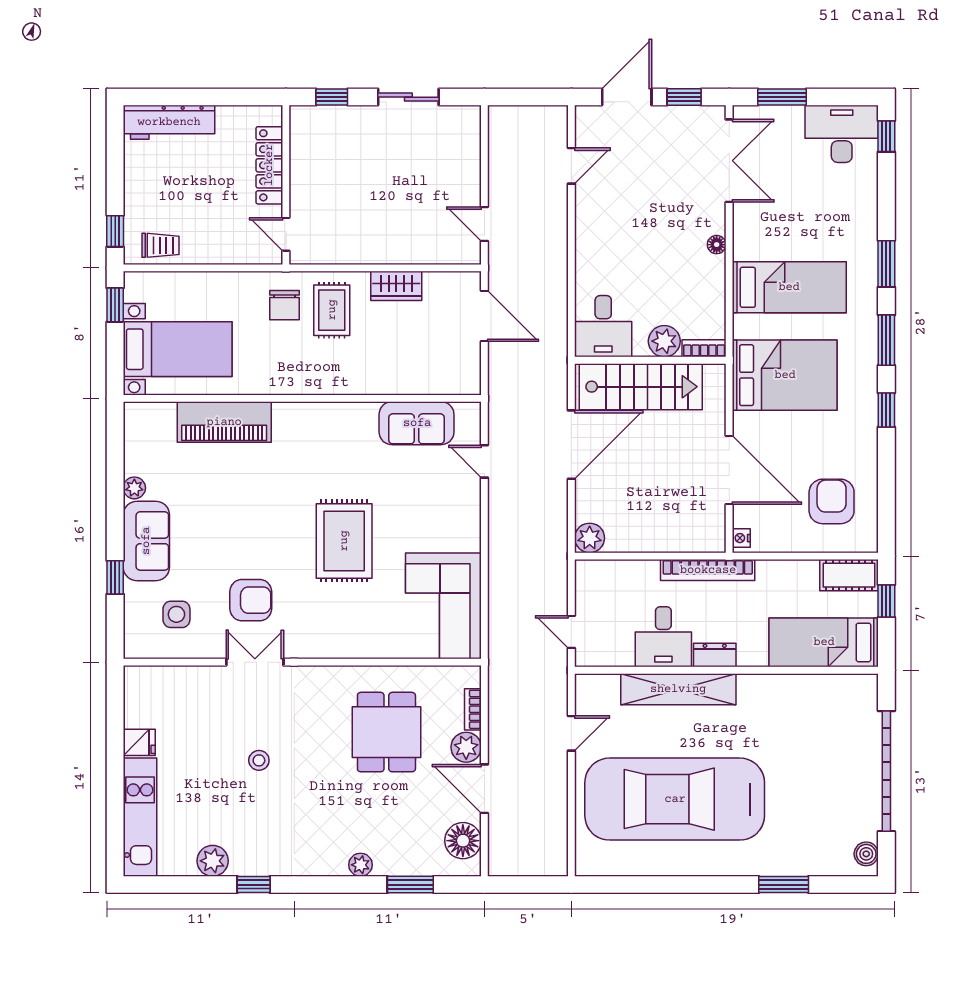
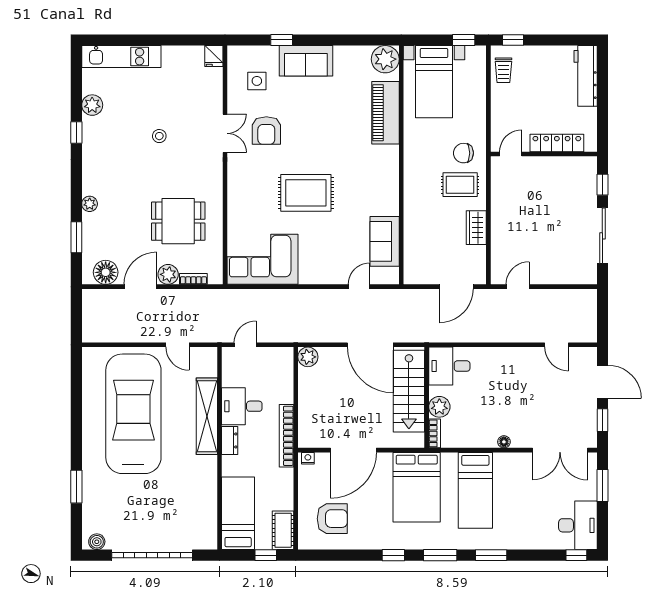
sliding door: (408, 97) -> (602, 236), width x1.37
plant: (134, 488) -> (385, 59), moved, width x1.87, depth x1.87
fridge: (139, 742) -> (214, 56), moved

